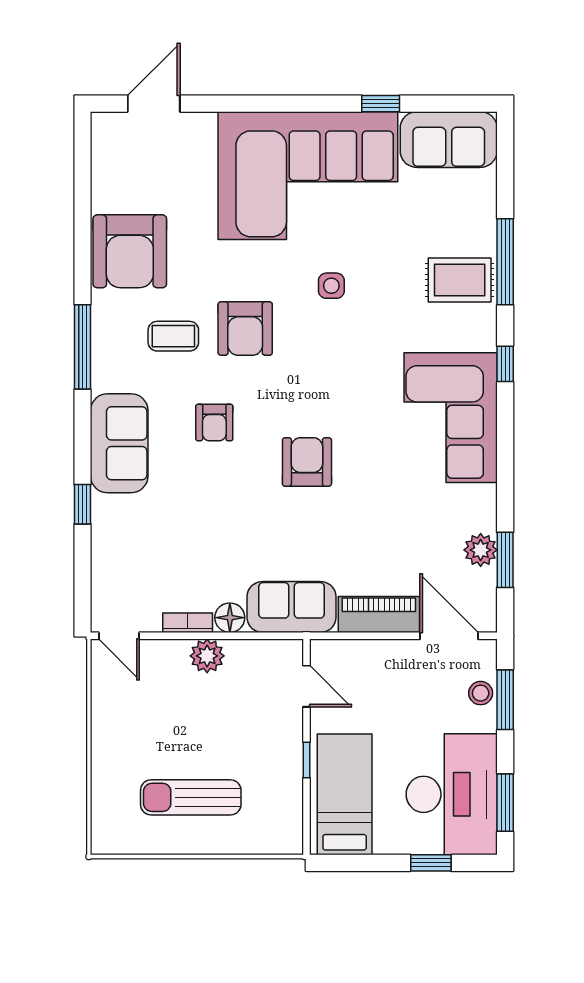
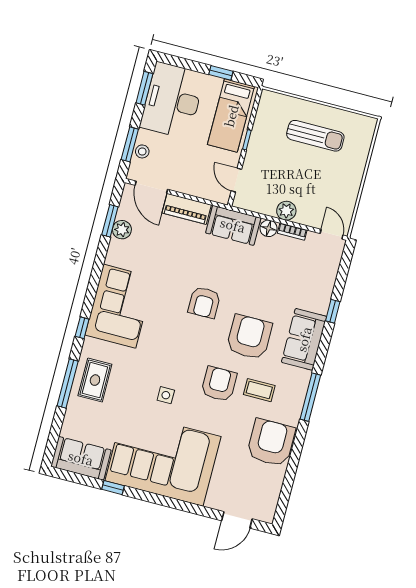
rug: (460, 280) -> (95, 380), turned 90
armchair: (214, 423) -> (249, 337), width x1.88, depth x1.88
window: (431, 863) -> (221, 73), moved

